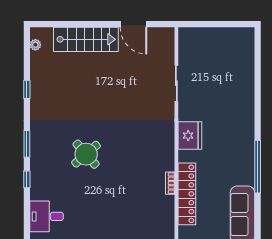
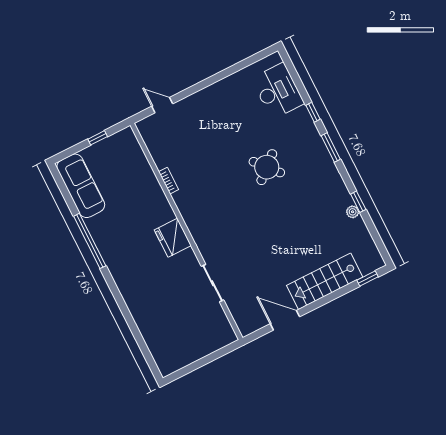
window: (50, 24) -> (367, 279), added
plant: (35, 45) -> (353, 212), moved
locker: (187, 194) -> (146, 178), removed
desk: (46, 216) -> (278, 91), width x1.37

